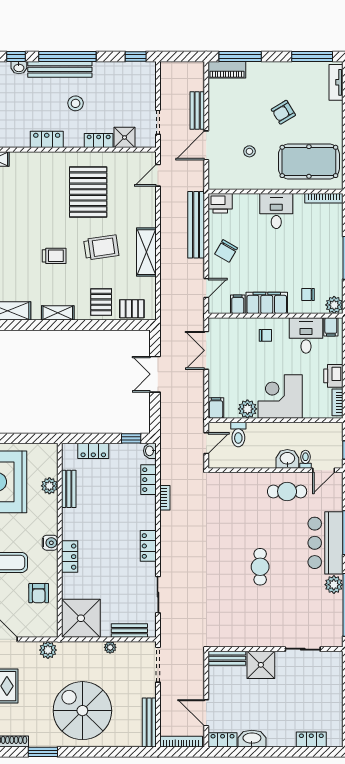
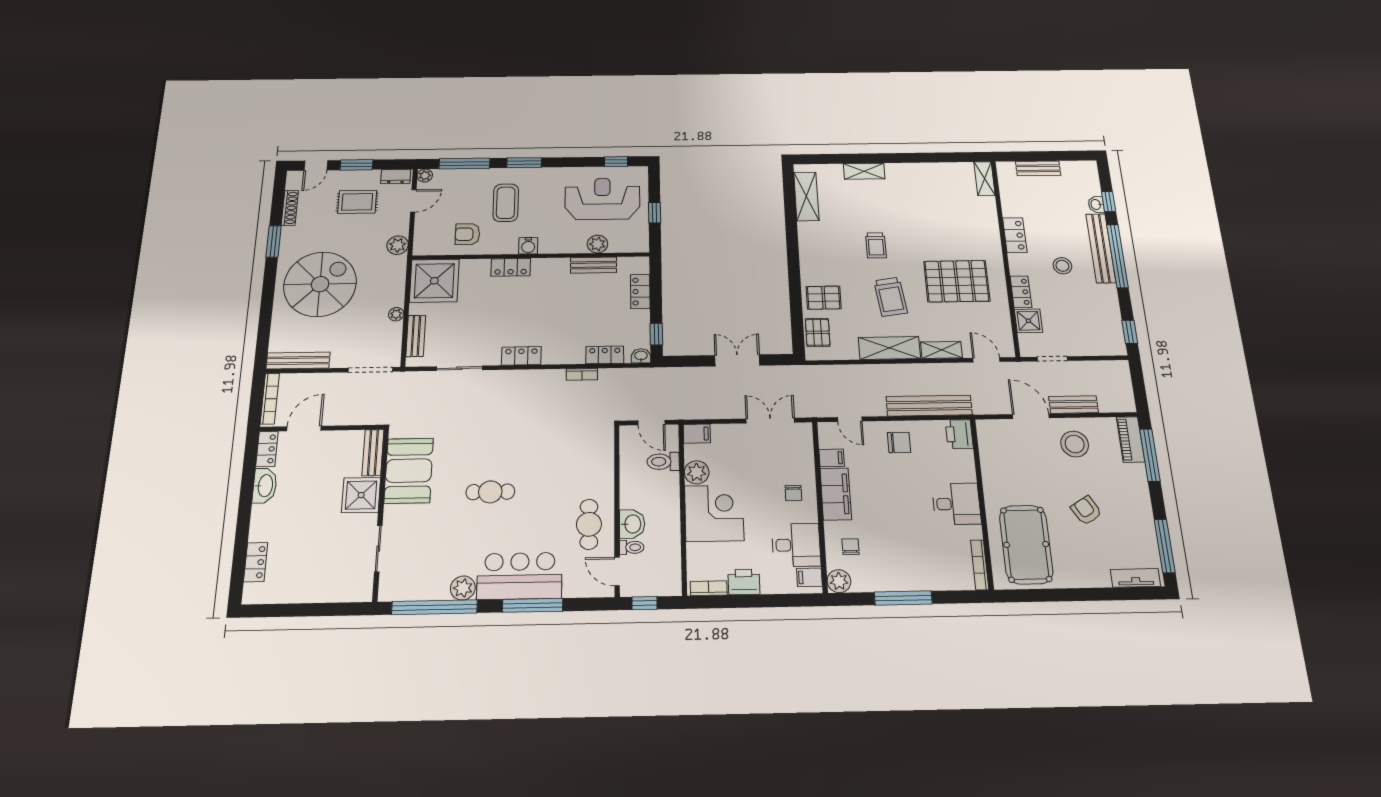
stool: (249, 151) -> (1075, 444), moved, width x1.89, depth x1.89
chair: (226, 251) -> (899, 442), turned 150
shelving: (58, 313) -> (941, 350), moved, turned 90
window: (21, 438) -> (655, 213), added
booth: (242, 630) -> (409, 471), added

